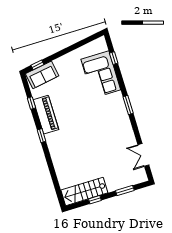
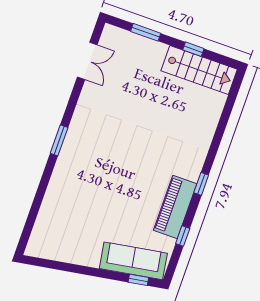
window: (114, 58) -> (33, 215), removed
sofa: (42, 75) -> (133, 261), width x1.36
corner sofa: (101, 75) -> (65, 206), removed

